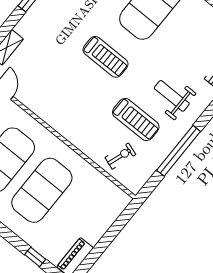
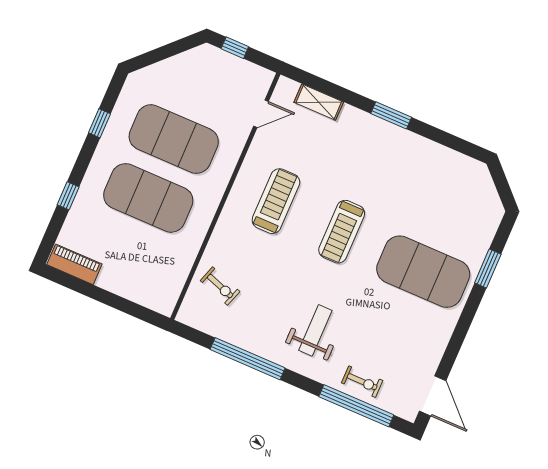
treadmill: (136, 120) -> (276, 201), moved, turned 180
window: (35, 257) -> (68, 196), moved

